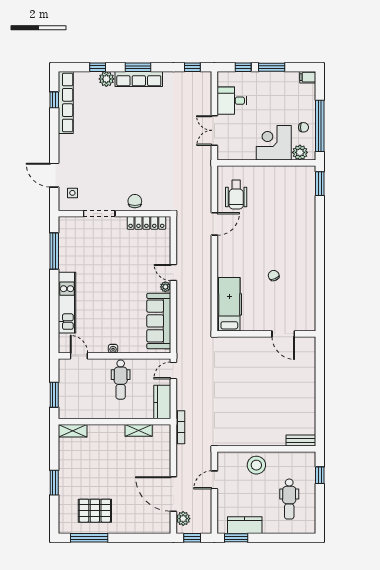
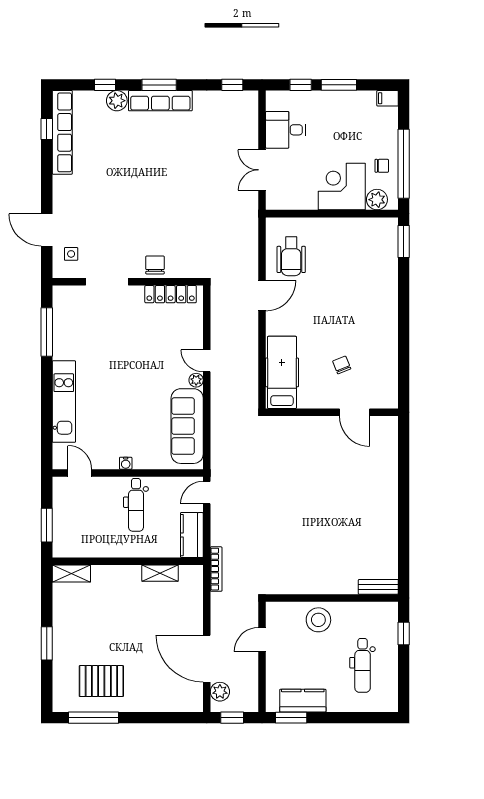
hospital bed: (229, 304) -> (282, 372), moved
wall: (266, 334) -> (332, 412), moved
door: (283, 334) -> (355, 412), moved

